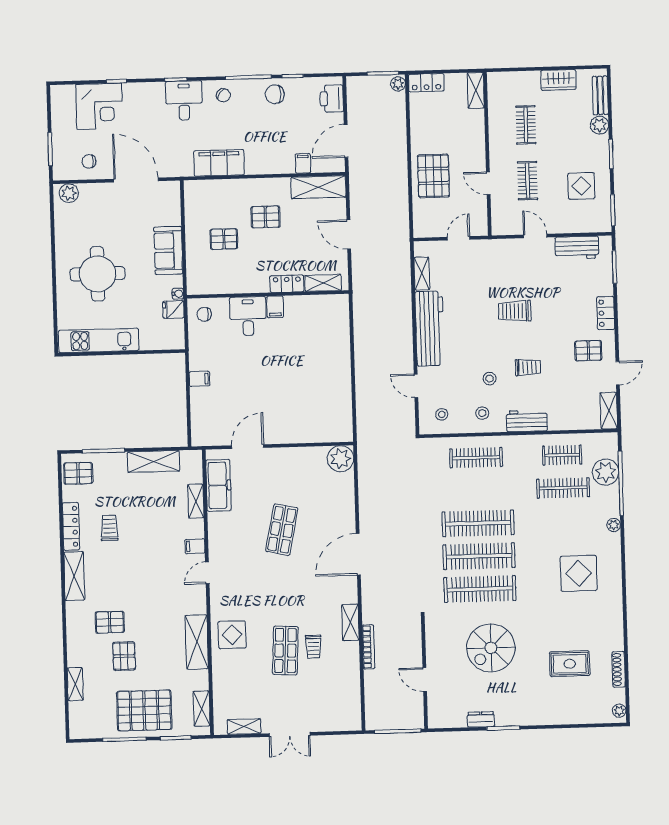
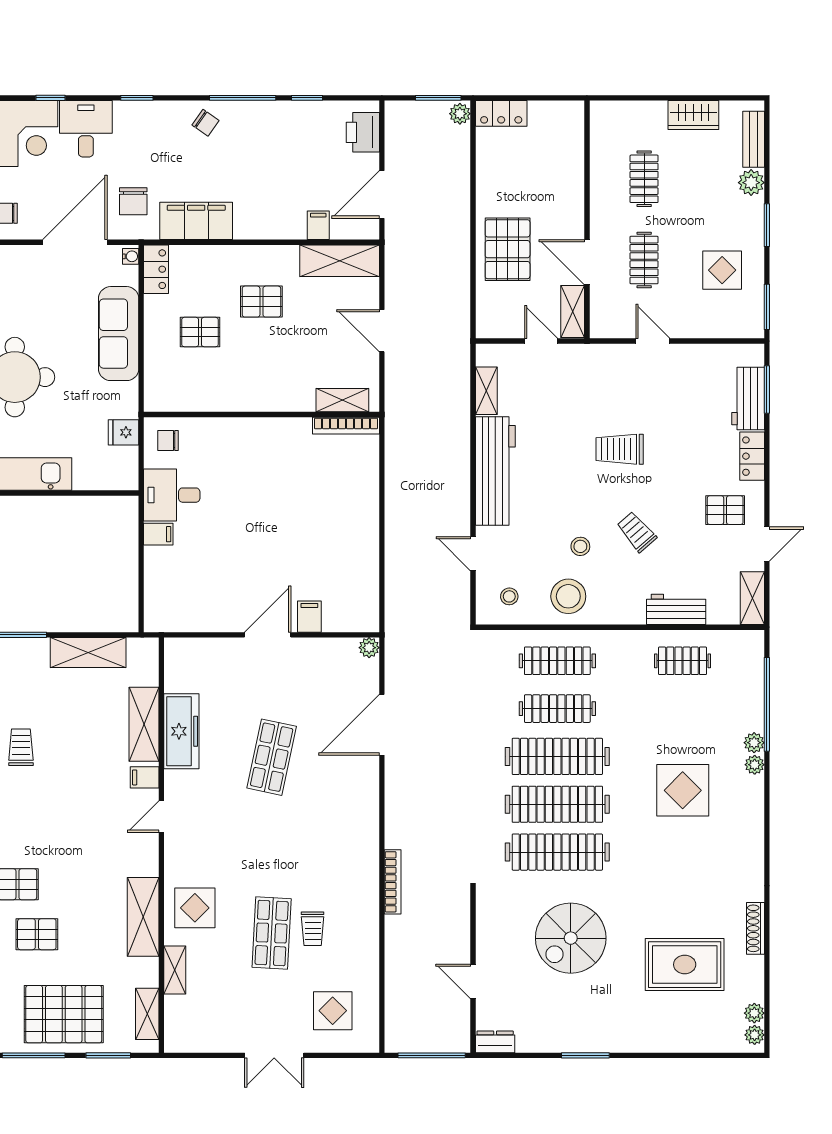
shelving: (476, 90) -> (573, 312), moved
chair: (275, 94) -> (133, 201), moved, turned -90
desk: (184, 100) -> (86, 129), moved
door: (136, 180) -> (75, 242), hinge flipped
door: (488, 183) -> (587, 262), width x1.38
door: (458, 238) -> (541, 341), hinge flipped
workbench: (577, 248) -> (748, 398), moved, turned 90
sofa: (168, 250) -> (119, 334), width x1.36
locker: (287, 284) -> (156, 269), moved, turned 90
water cooler: (178, 294) -> (131, 256), moved
bookcase: (326, 300) -> (346, 426), added
filing cabinet: (275, 307) -> (309, 617), moved, turned 180
desk: (248, 316) -> (172, 495), moved, turned -90
trolley: (528, 367) -> (637, 532), turned -131
stool: (482, 413) -> (568, 596), width x1.89, depth x1.89
workbench: (527, 421) -> (676, 609), moved
door: (248, 447) -> (268, 635), moved
plant: (341, 459) -> (369, 648), width x0.53, depth x0.53
plant: (606, 472) -> (754, 743), moved, width x0.53, depth x0.53
freezer: (218, 485) -> (181, 731), moved
clothes rail: (563, 488) -> (557, 709), moved
shelving: (196, 501) -> (144, 724), width x1.50, depth x1.33
door: (358, 554) -> (382, 725), moved
display table: (579, 573) -> (683, 790), moved
shelving: (350, 622) -> (367, 895), removed
bookcase: (368, 647) -> (393, 882), moved
pallet: (124, 656) -> (37, 934), turned 90
rug: (570, 664) -> (685, 965), width x1.36, depth x1.43
shoe rack: (619, 669) -> (755, 928), moved
plant: (619, 696) -> (754, 1013), added
display table: (329, 703) -> (333, 1011), added
dresser: (481, 719) -> (495, 1042), moved
shelving: (244, 727) -> (175, 970), moved, turned 90

